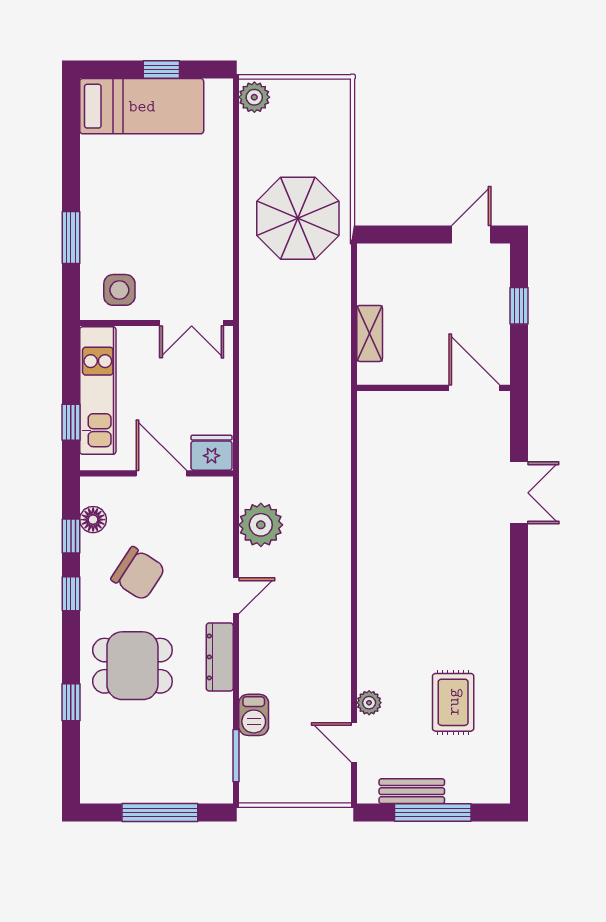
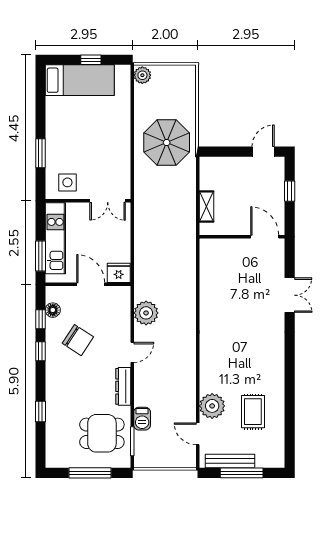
window: (71, 422) -> (40, 256), width x1.50
dining table: (132, 666) -> (102, 433), moved
plant: (369, 703) -> (212, 406), width x1.88, depth x1.88
bench: (412, 791) -> (230, 461), width x1.36

